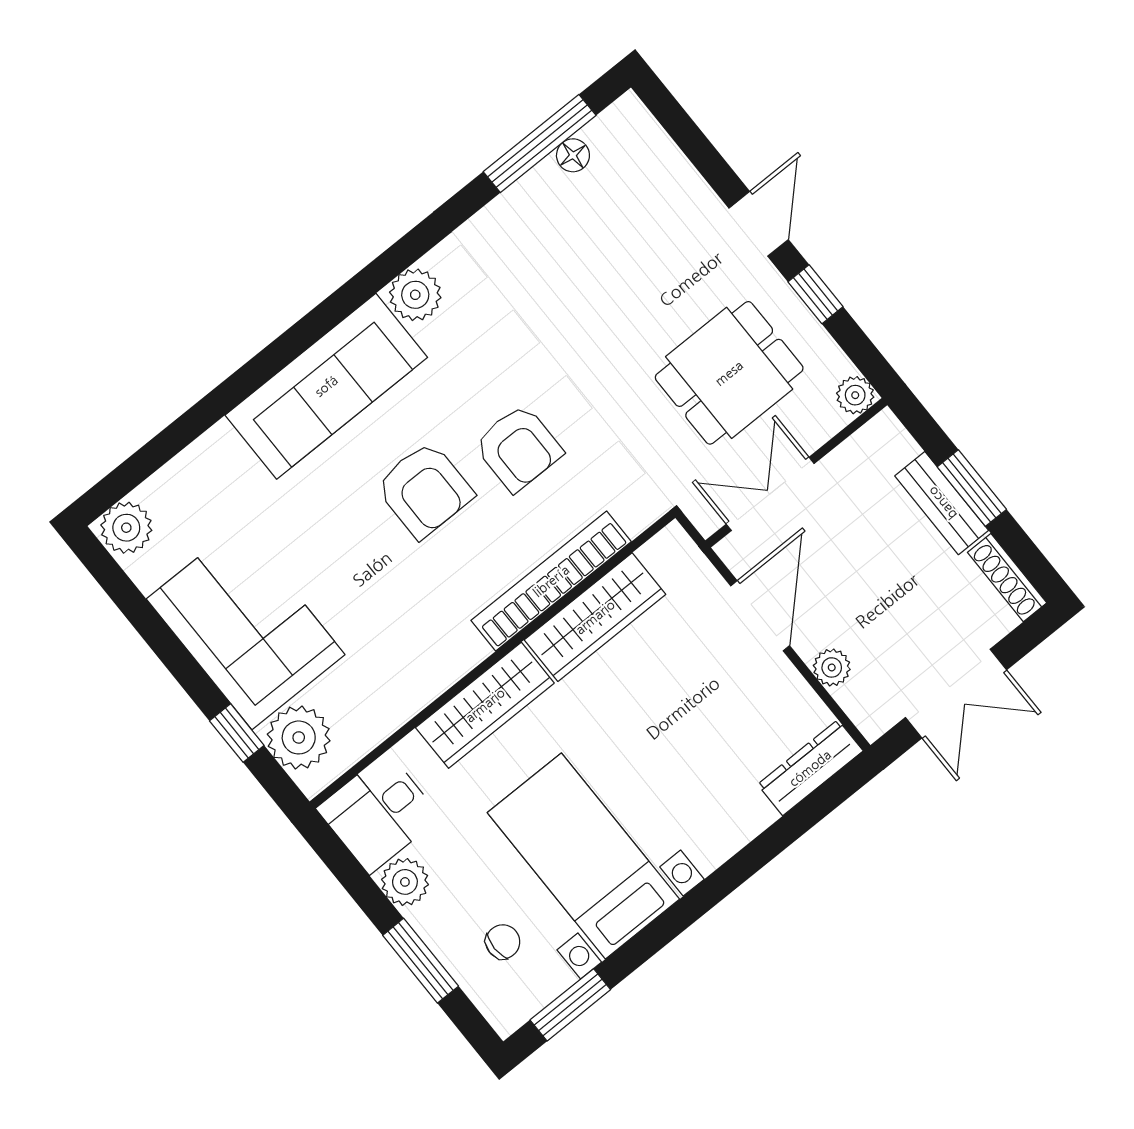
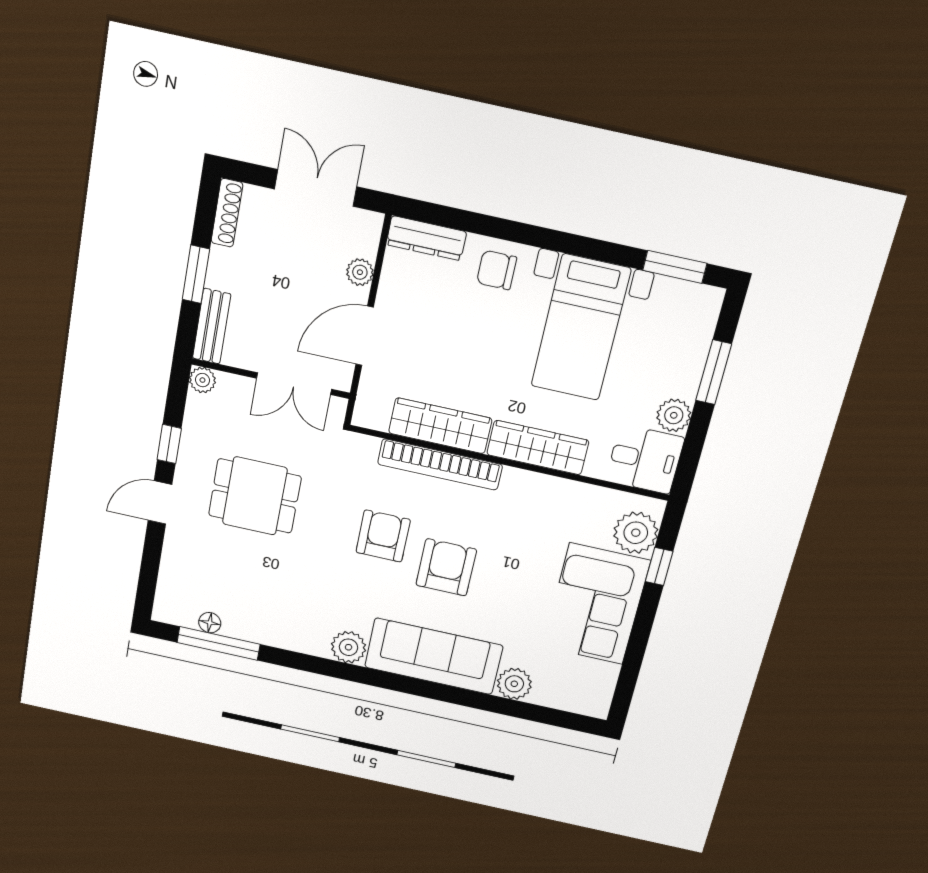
dining table: (729, 373) -> (255, 496), moved
bench: (942, 503) -> (212, 326), moved
plant: (126, 528) -> (514, 684), moved
chair: (503, 942) -> (497, 270), moved, width x1.37, depth x1.37

